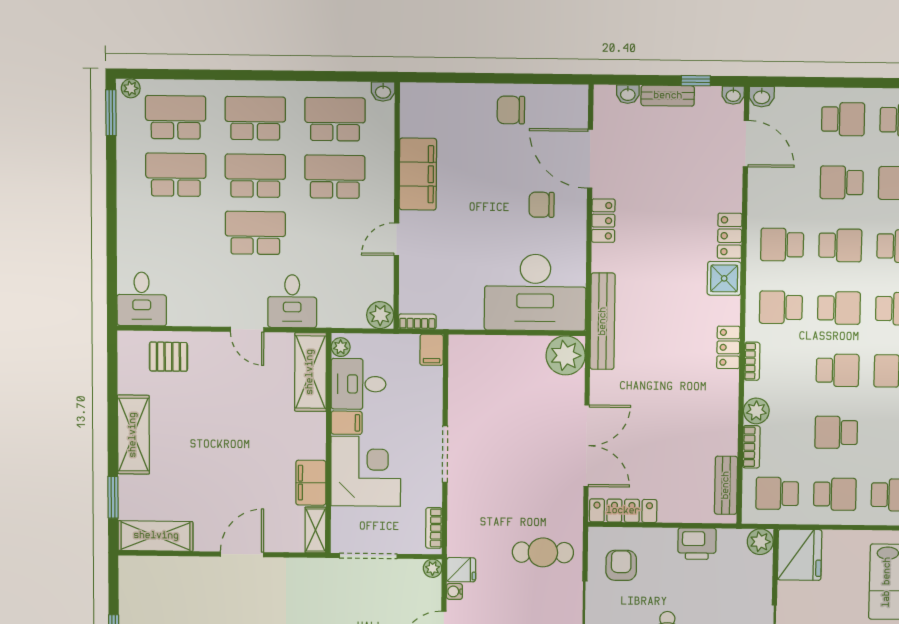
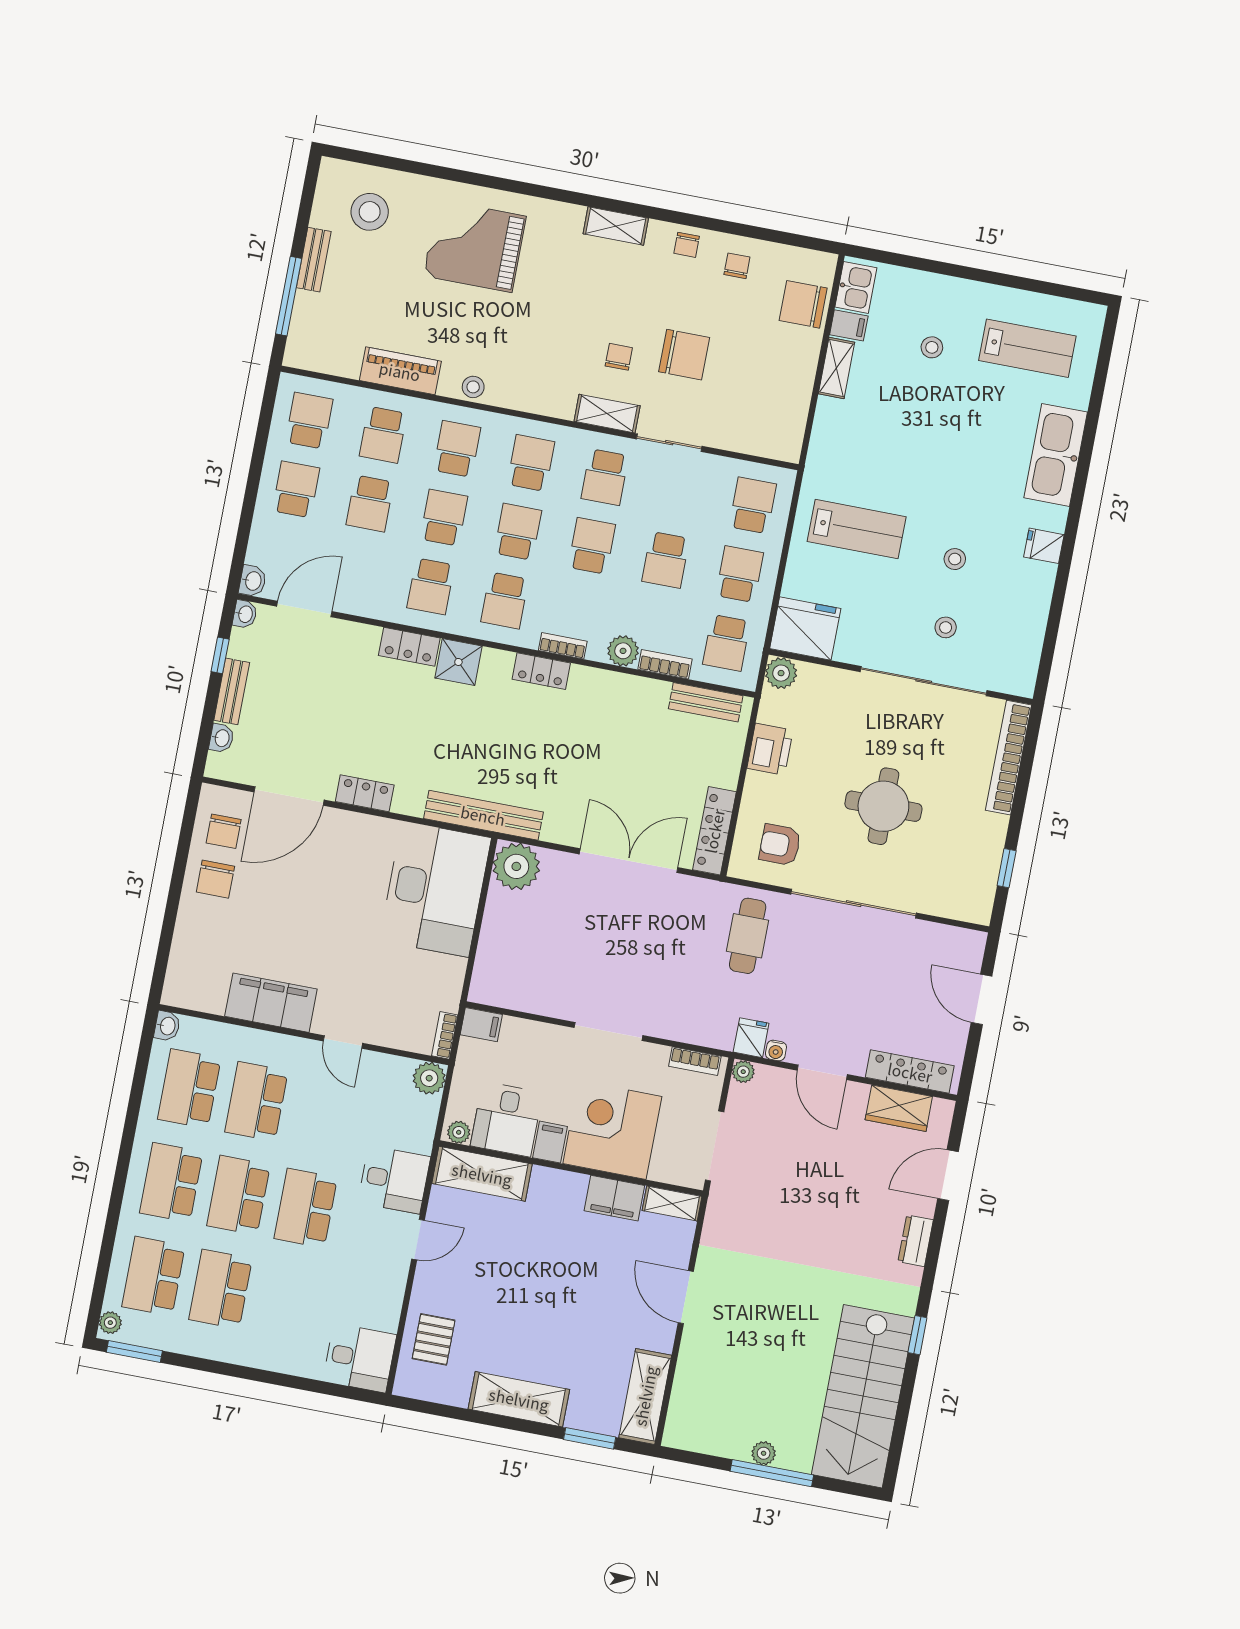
chair: (542, 205) -> (224, 831), moved

